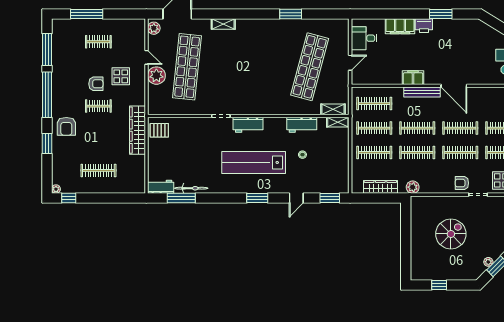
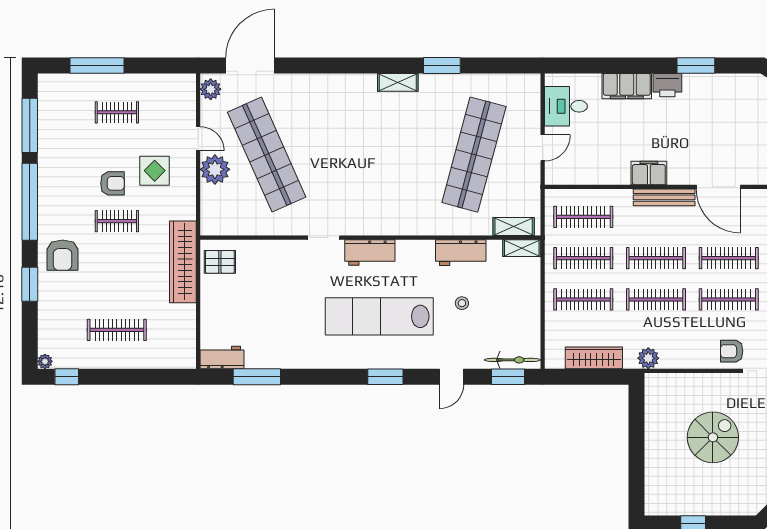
shelving: (223, 24) -> (398, 82), moved
shop shelf: (187, 67) -> (267, 155), turned -30
bicycle: (191, 188) -> (512, 360), moved

